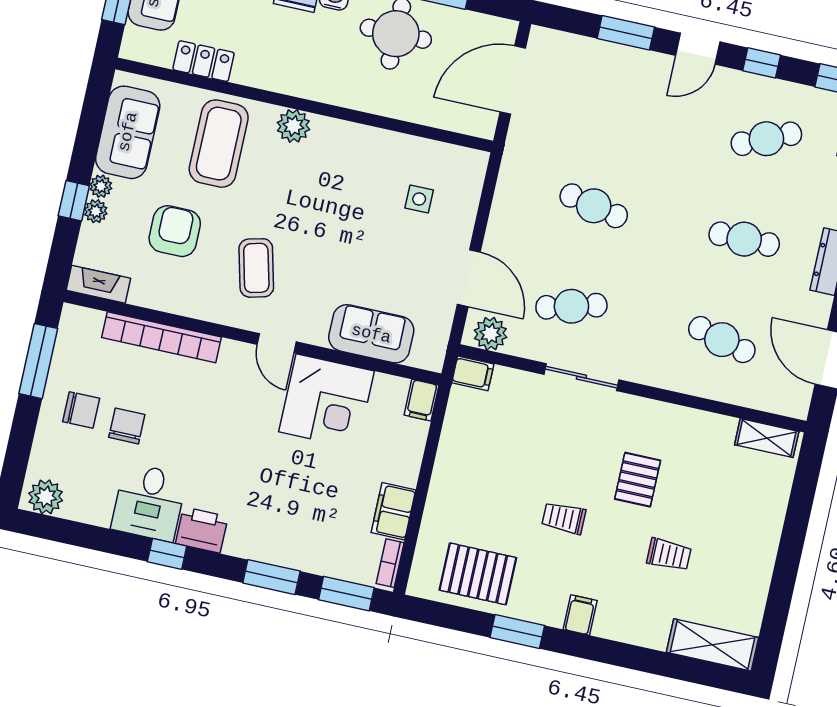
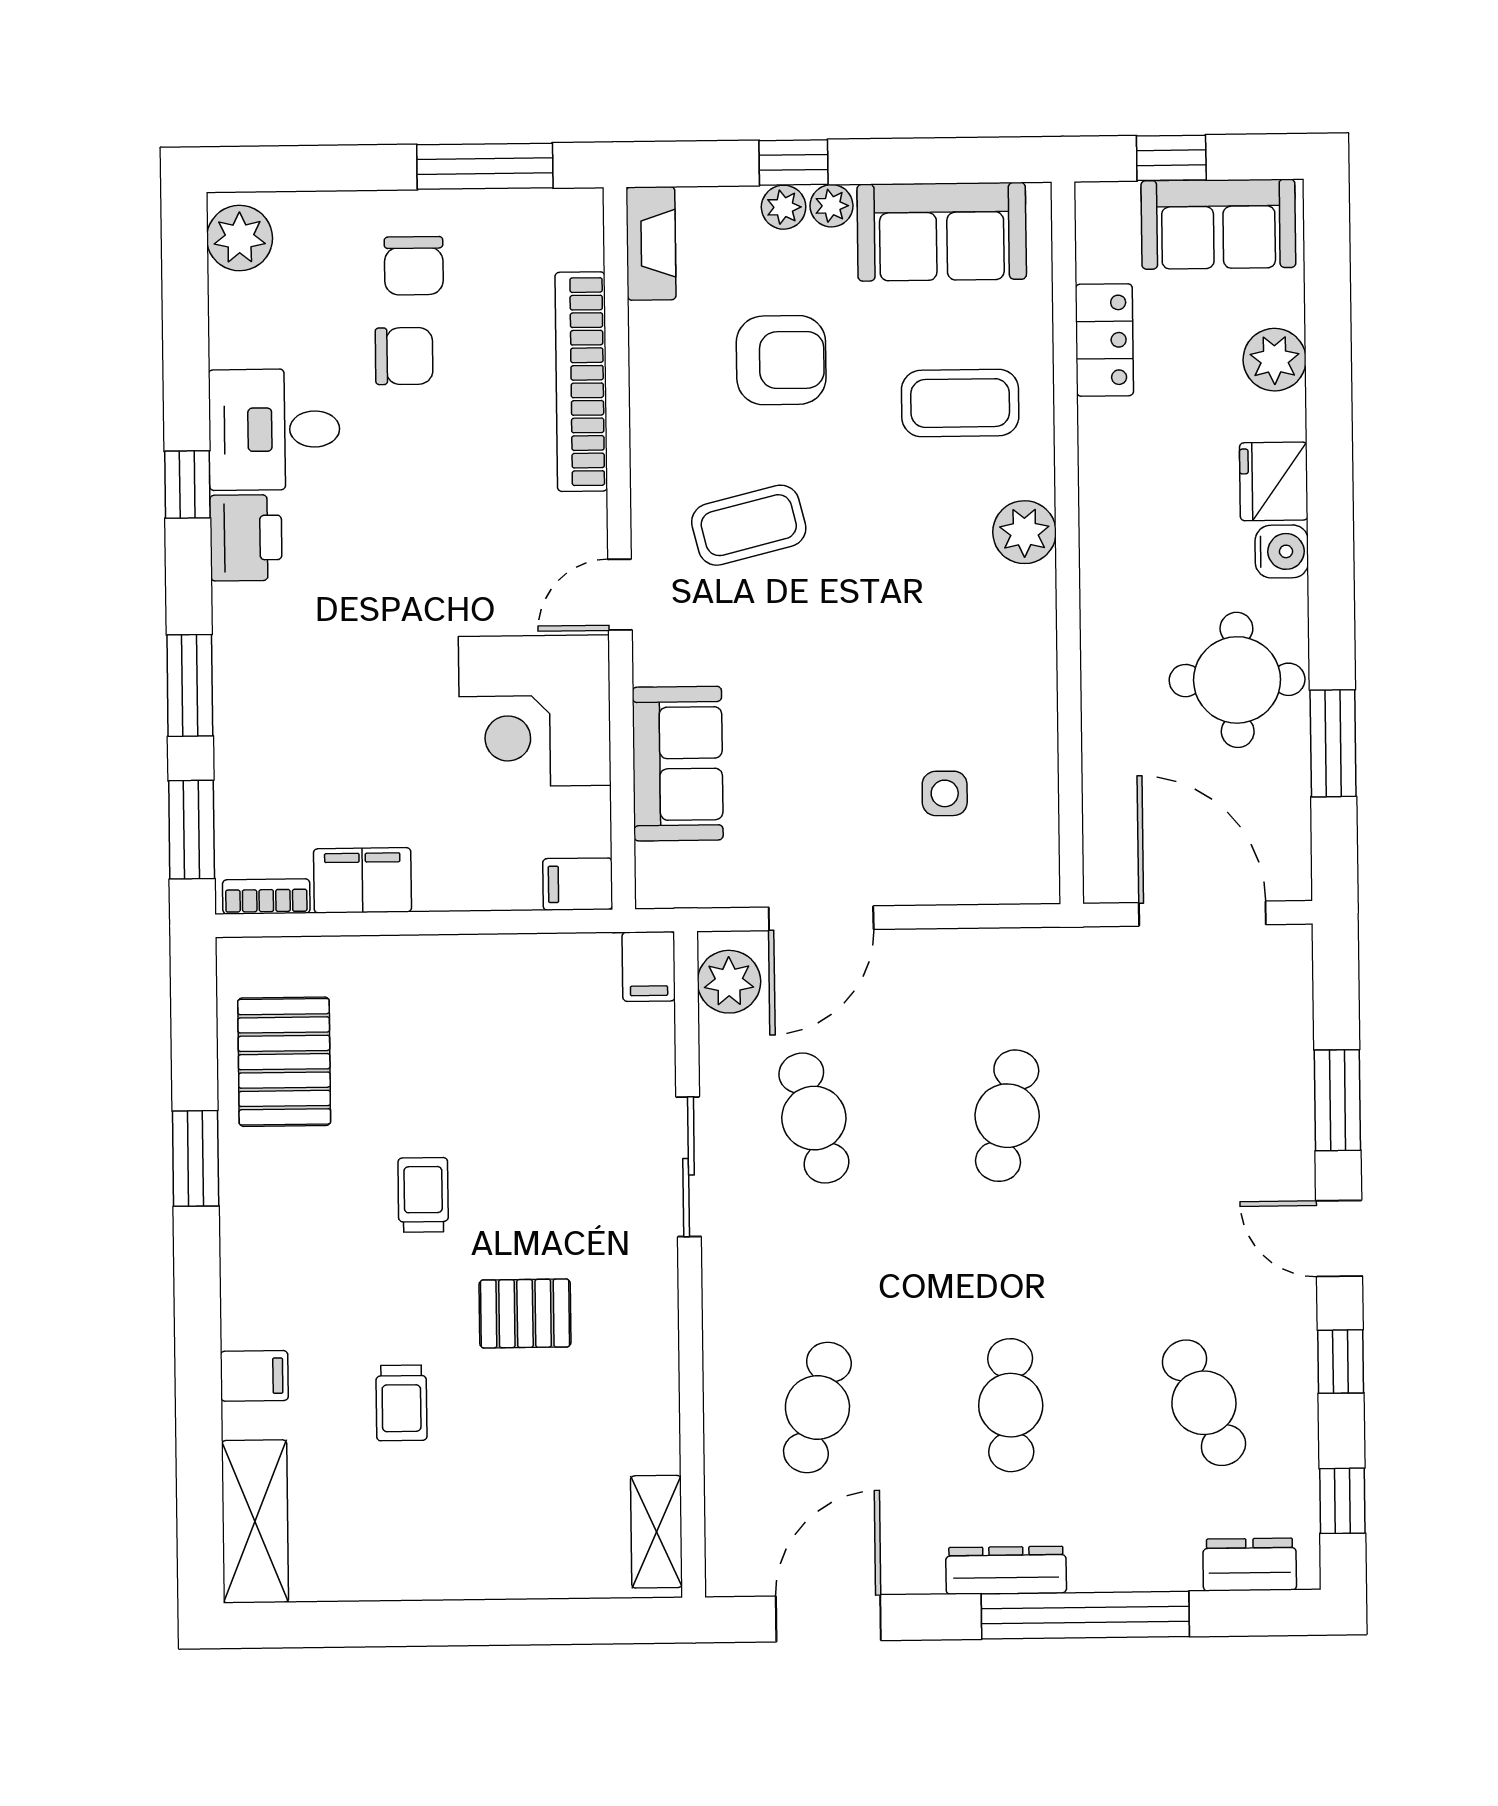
coffee table: (219, 144) -> (960, 403), width x0.73, depth x0.76
filing cabinet: (580, 615) -> (254, 1376), moved

